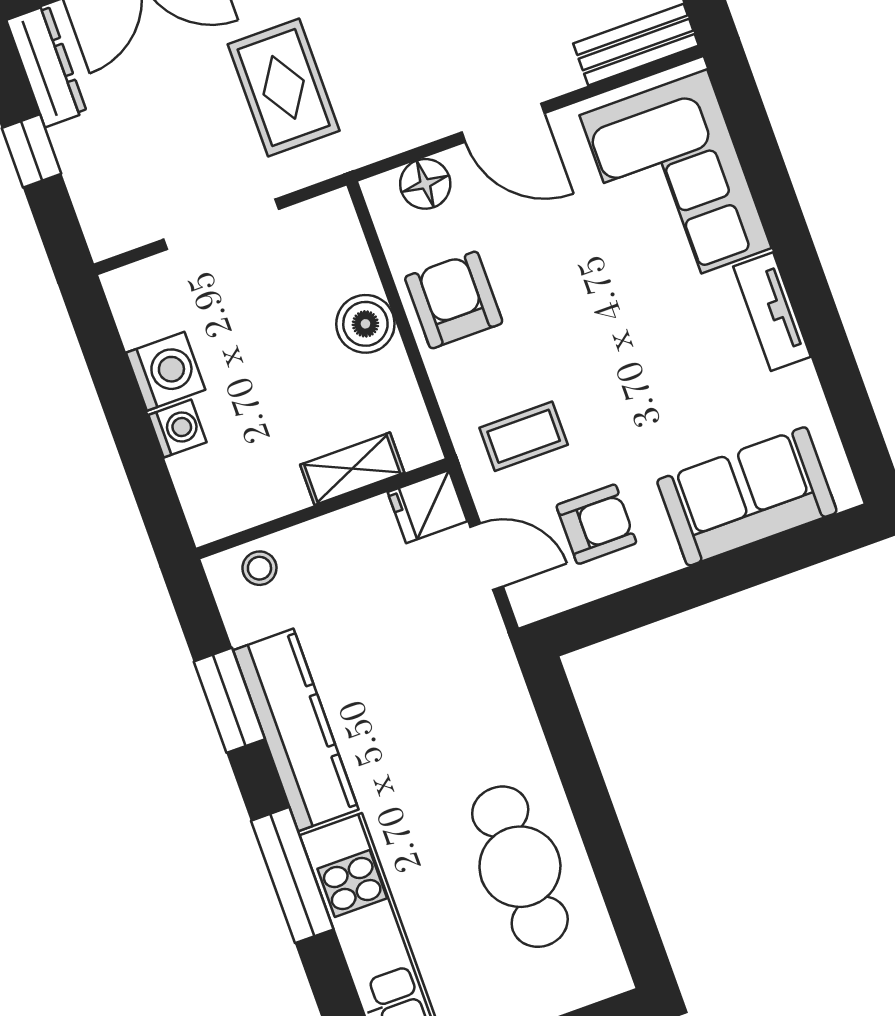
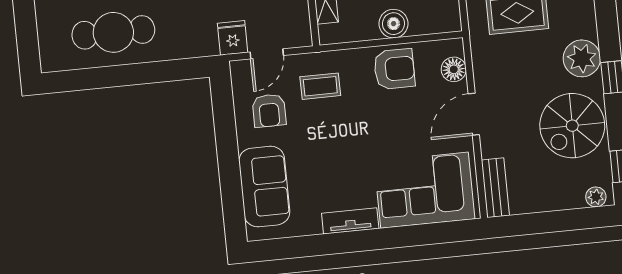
coffee table: (524, 436) -> (320, 86), turned 90
fridge: (427, 507) -> (233, 38), moved

